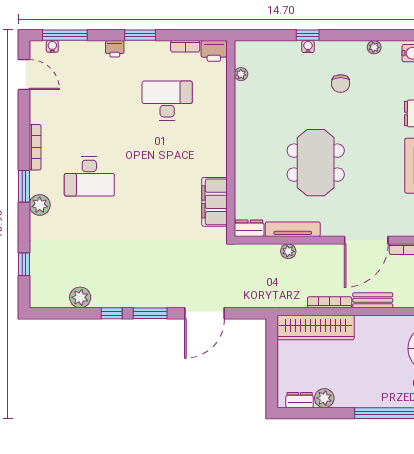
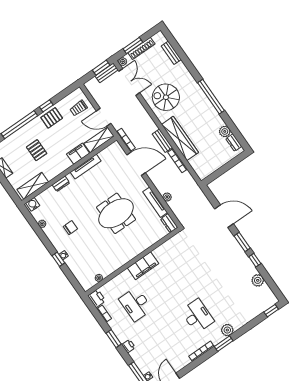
filing cabinet: (215, 202) -> (143, 266), moved
window: (24, 264) -> (271, 311), moved
wardrobe: (316, 327) -> (180, 139), moved

